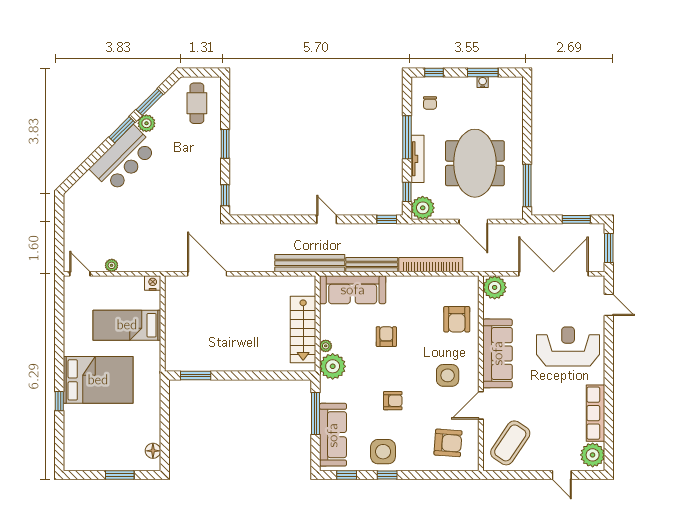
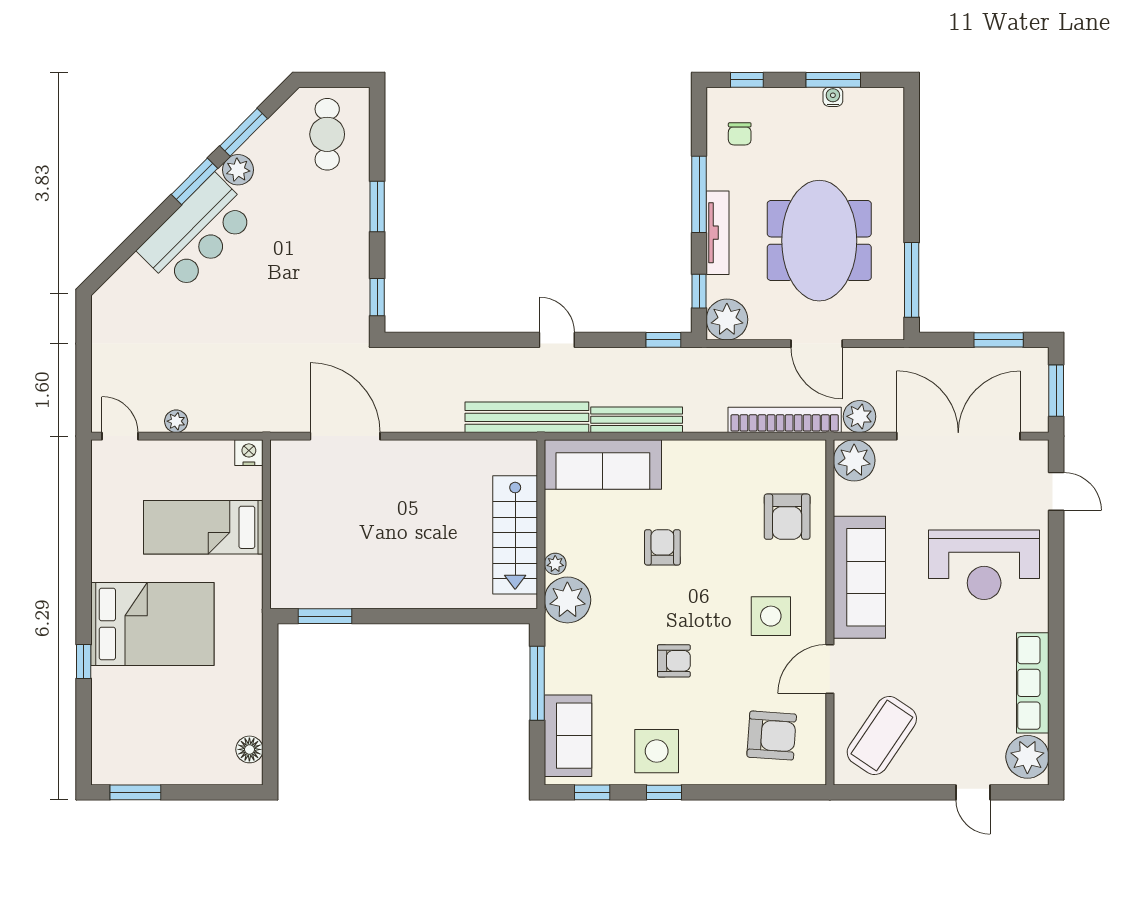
plant: (498, 263) -> (860, 416), added
bookcase: (431, 265) -> (785, 420), moved
reception desk: (568, 346) -> (984, 565), turned 180
sofa: (333, 435) -> (568, 736), width x0.73
window: (120, 475) -> (135, 792), moved

